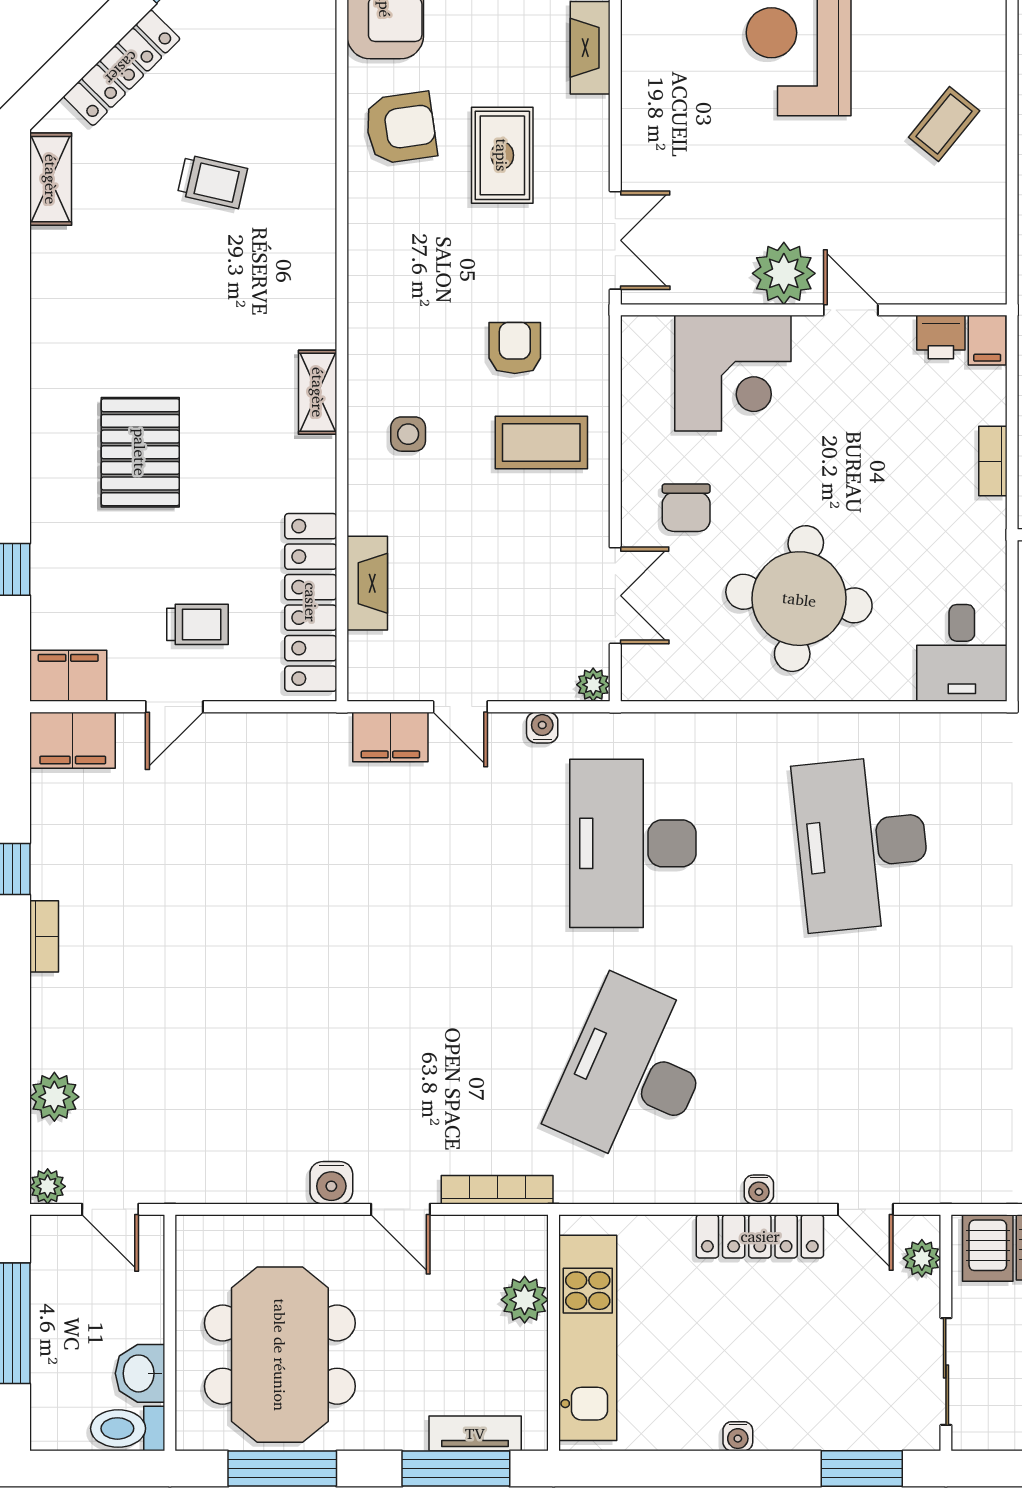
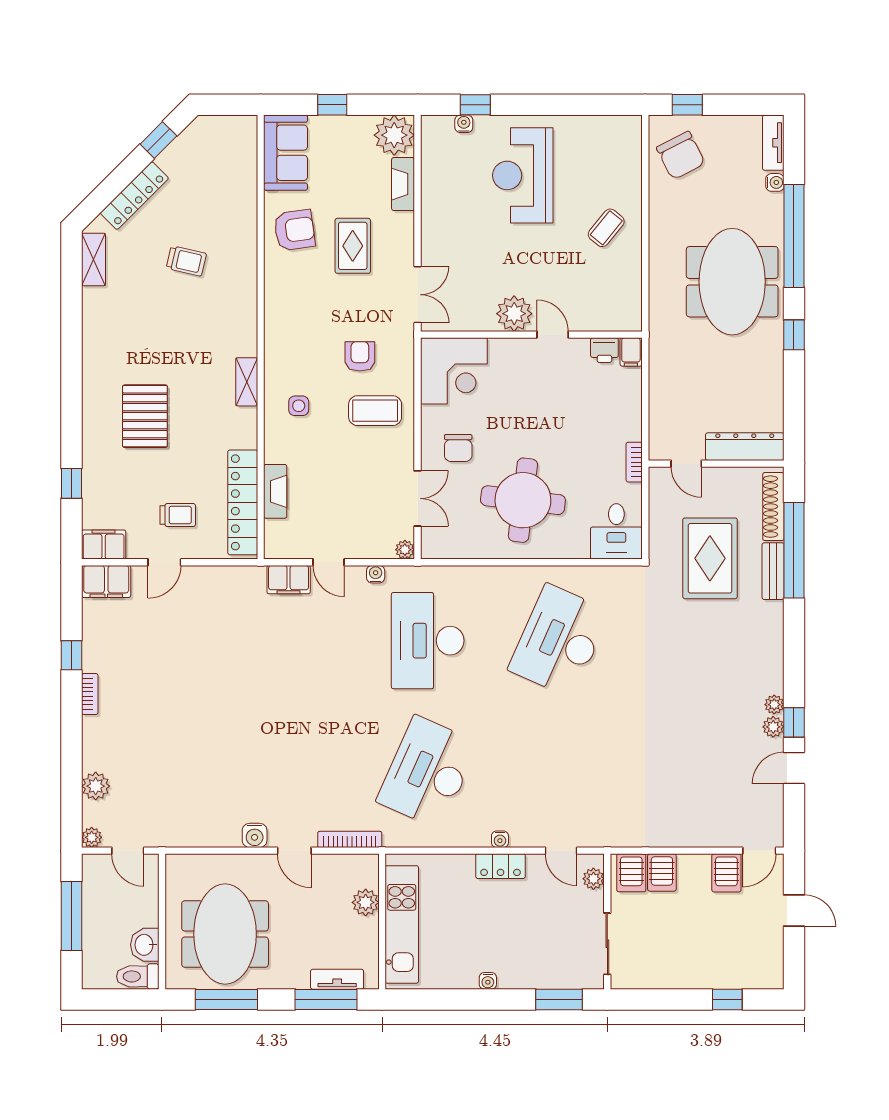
corner desk: (733, 373) -> (454, 371), moved
bookcase: (993, 461) -> (634, 462), moved
desk: (862, 843) -> (559, 641), turned 30
locker: (760, 1236) -> (500, 866), width x0.66

